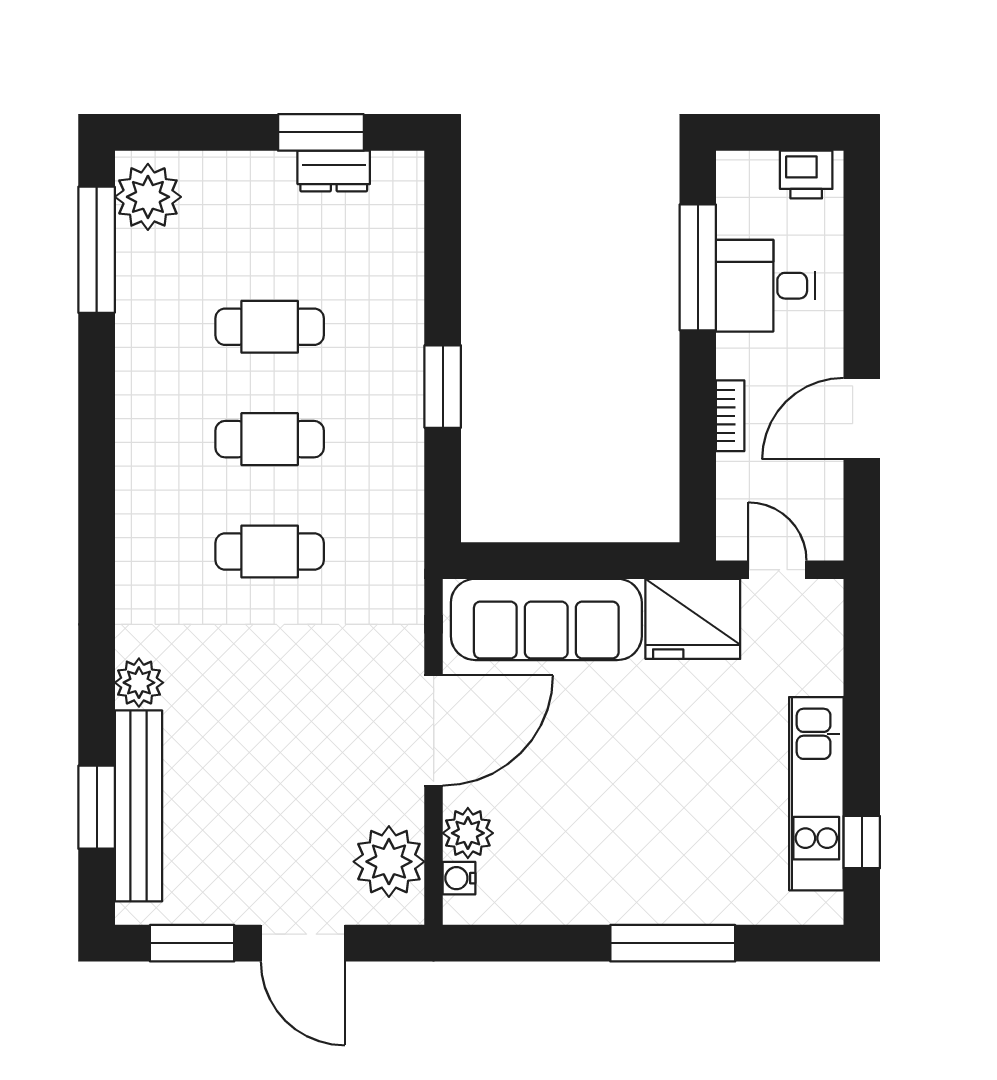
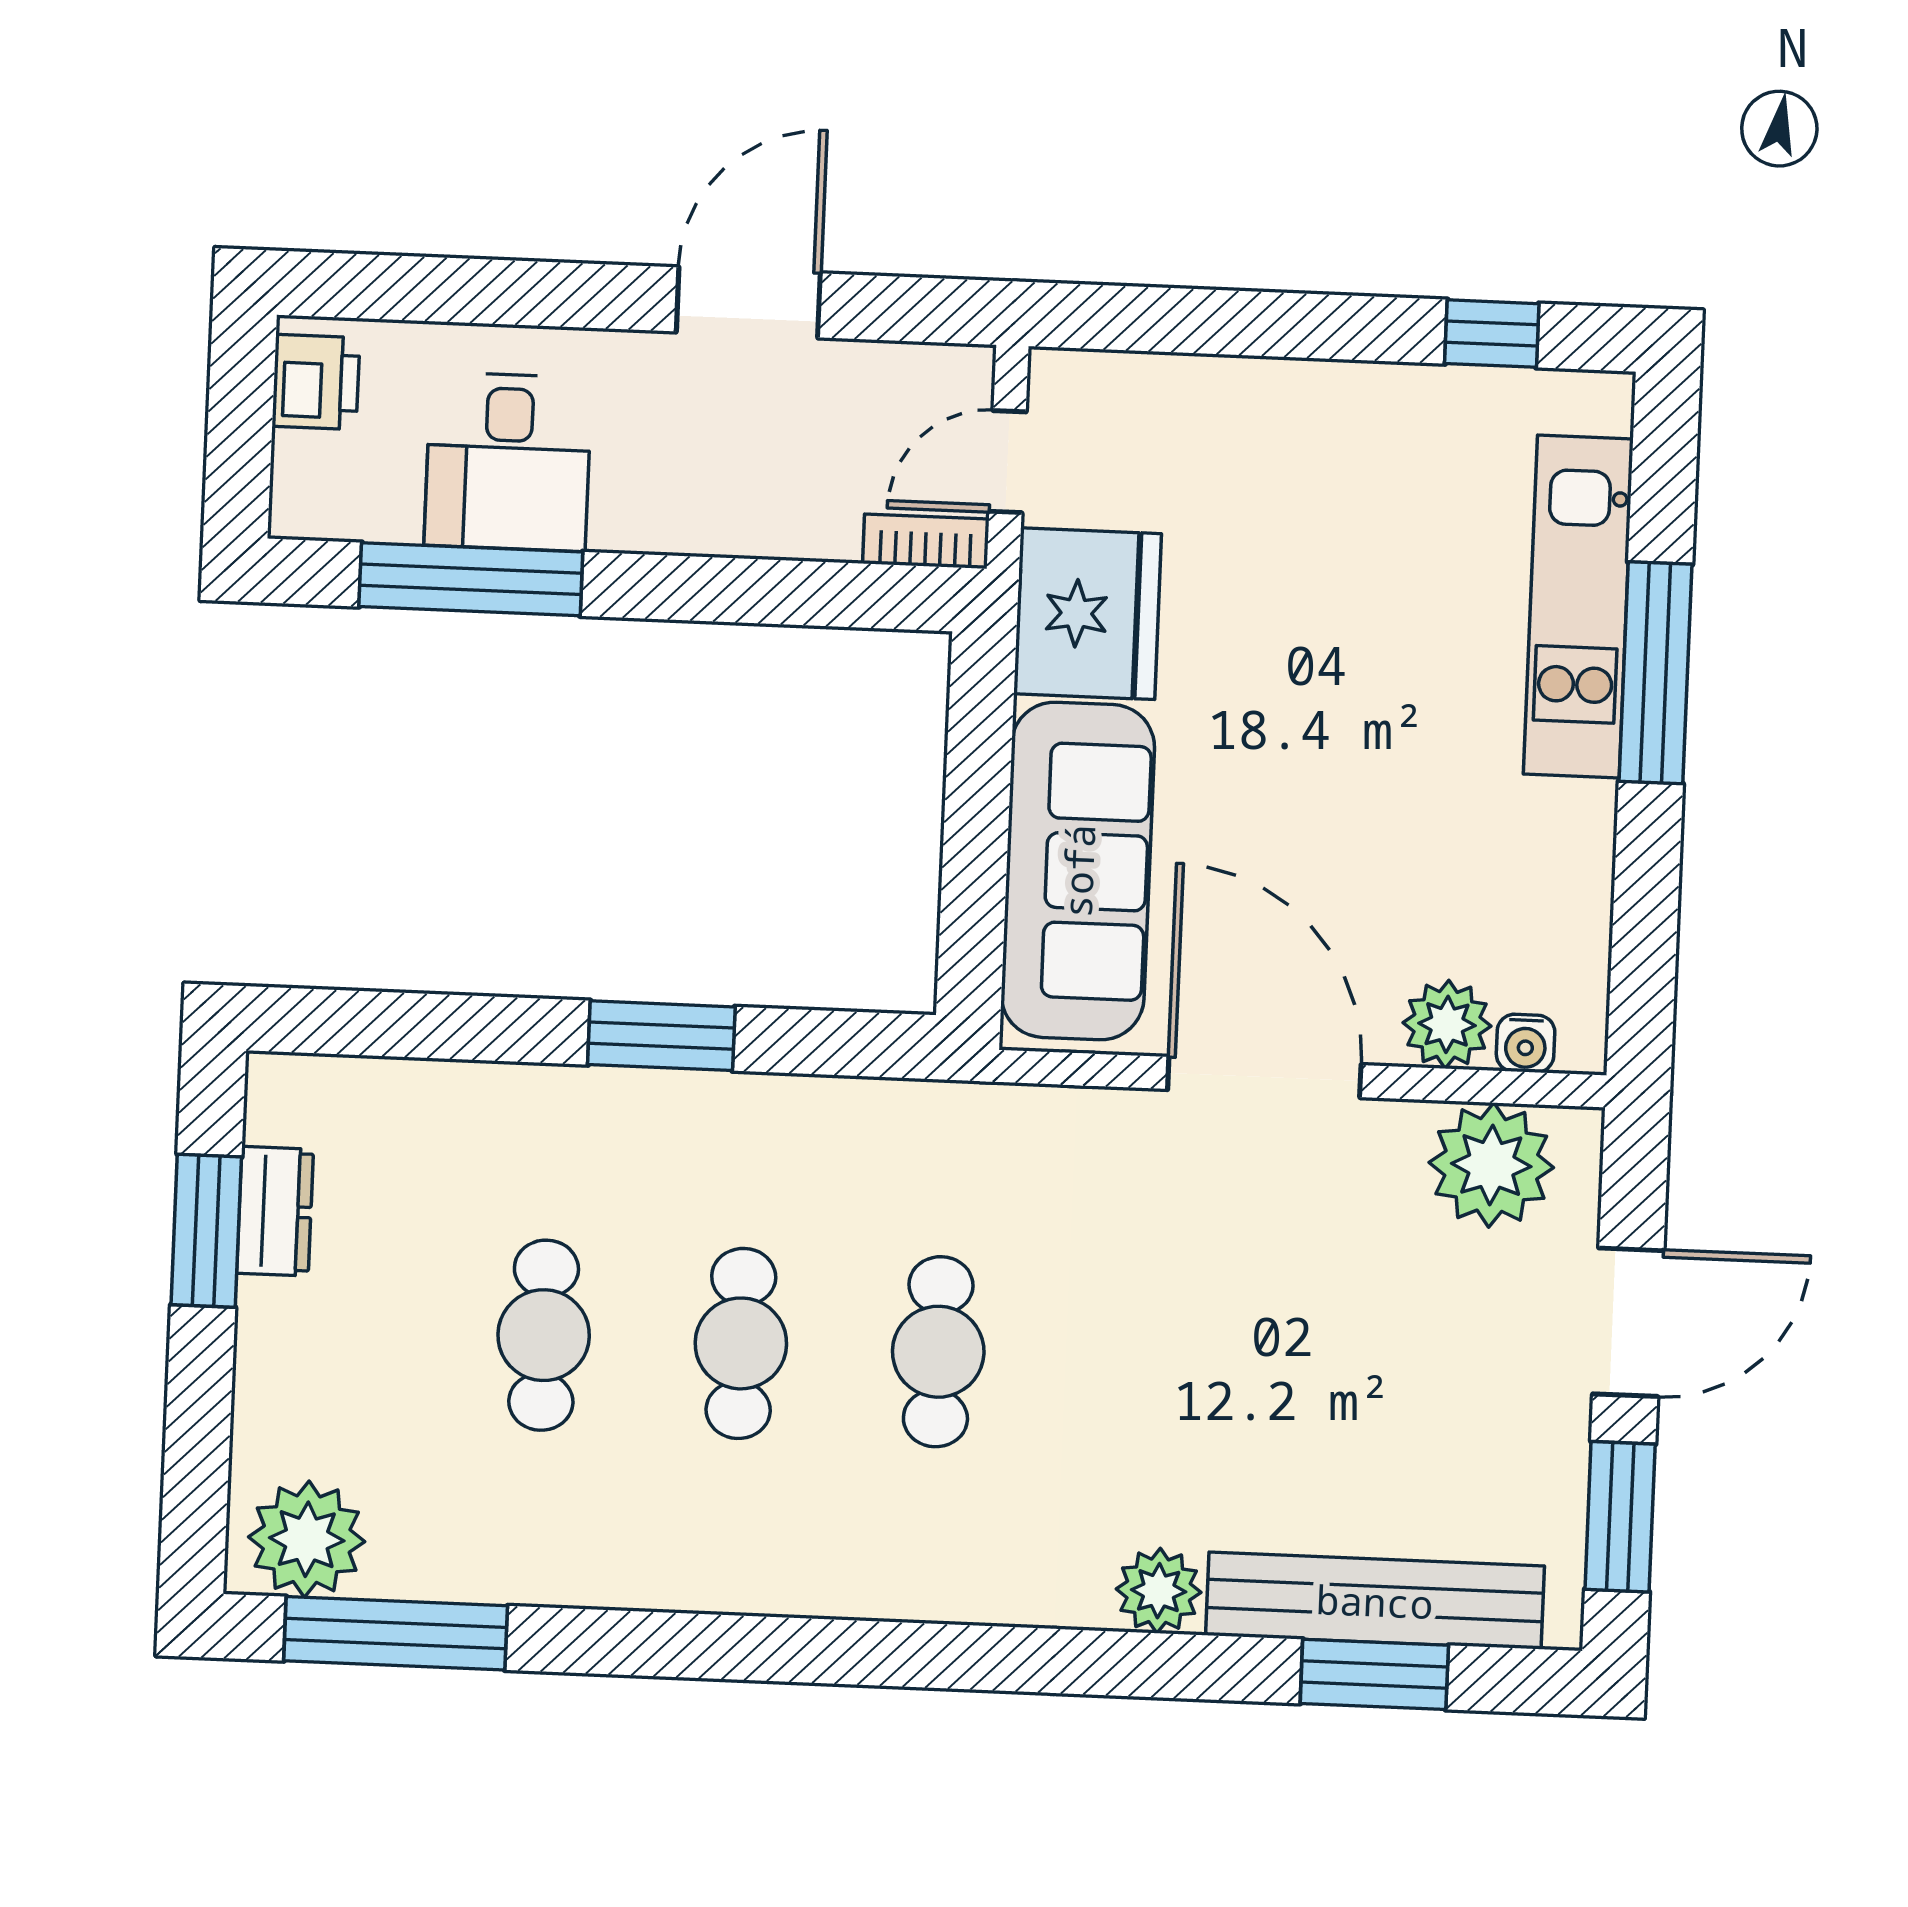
bookcase: (730, 416) -> (926, 541), moved
door: (862, 419) -> (748, 302), swing flipped
kitchen unit: (816, 794) -> (1578, 606), moved, turned 90

